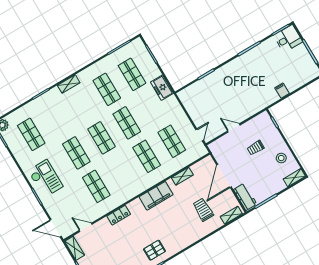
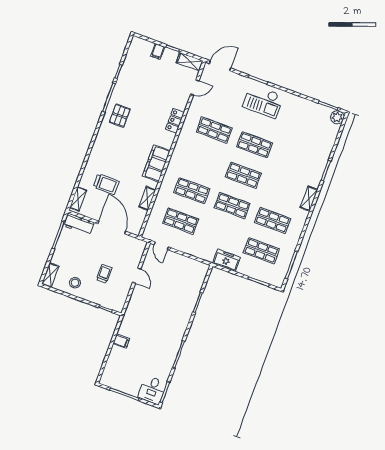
door: (234, 128) -> (137, 276), hinge flipped
shop shelf: (31, 134) -> (306, 129), removed

